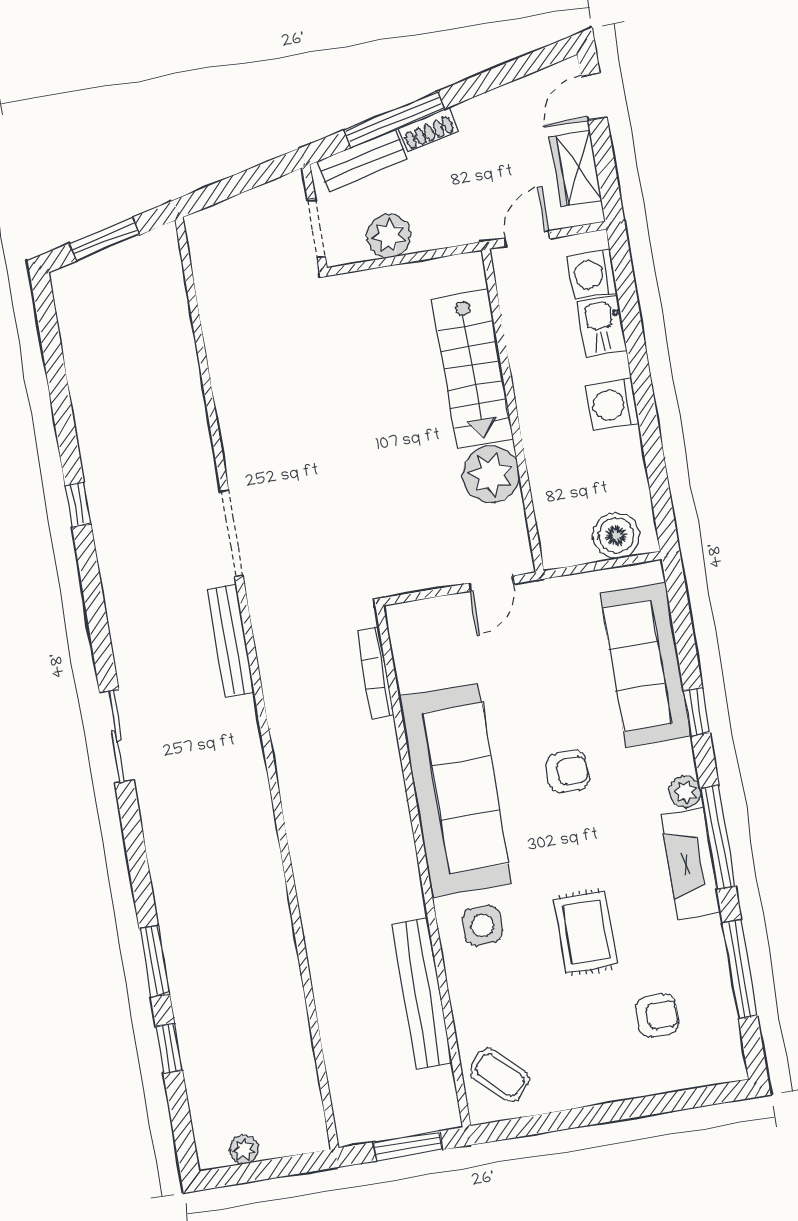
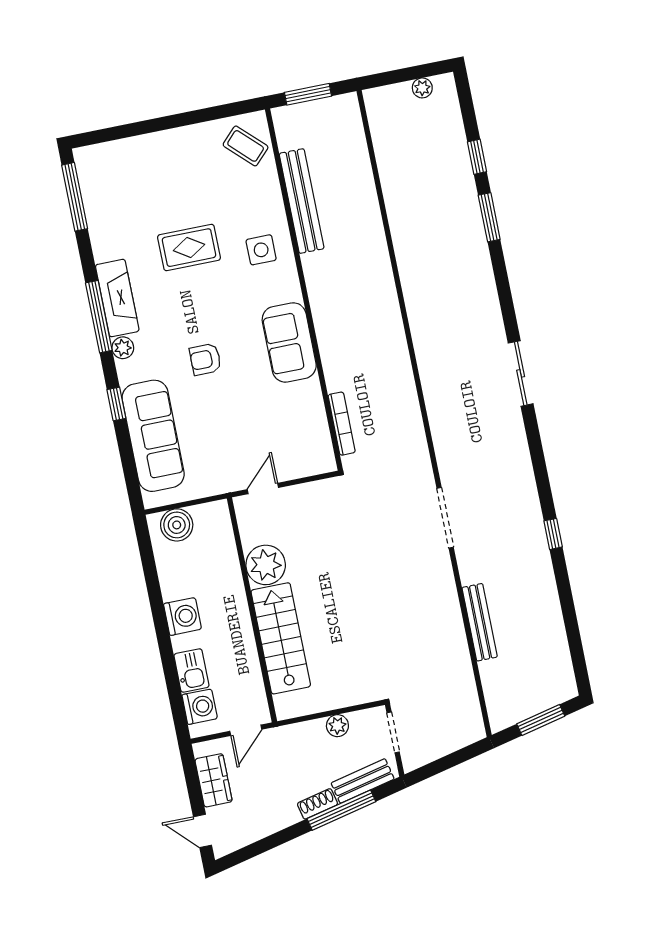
door: (594, 96) -> (203, 831), swing flipped
plant: (389, 236) -> (337, 726), width x0.73, depth x0.73
bench: (230, 640) -> (480, 622), moved
sofa: (455, 790) -> (289, 342), width x0.54, depth x0.79
rug: (586, 932) -> (189, 248), turned 90
window: (740, 969) -> (75, 197), moved
armchair: (657, 1016) -> (137, 191), removed

